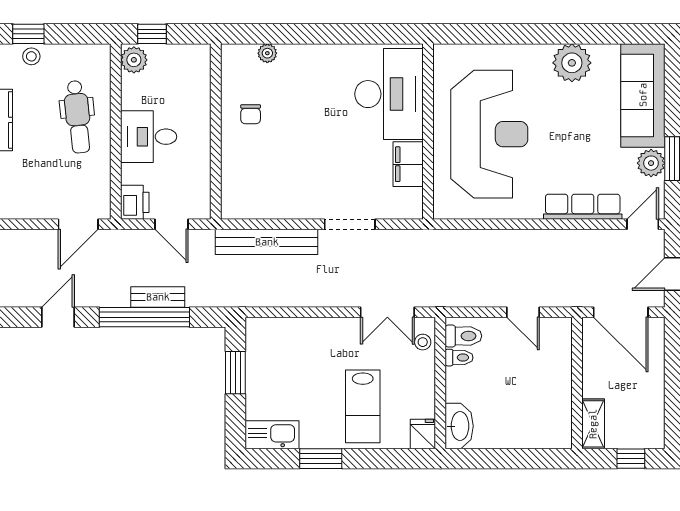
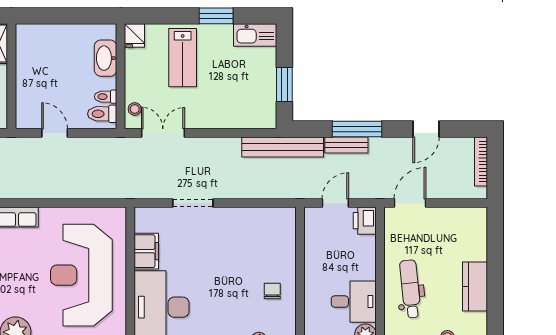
desk: (149, 137) -> (354, 302), moved
door: (172, 224) -> (335, 203), hinge flipped
bench: (267, 242) -> (283, 147), moved
window: (144, 317) -> (357, 129), width x0.68
lab bench: (363, 406) -> (183, 58), turned 180
washbasin: (459, 426) -> (106, 58), moved

